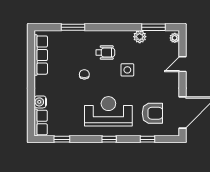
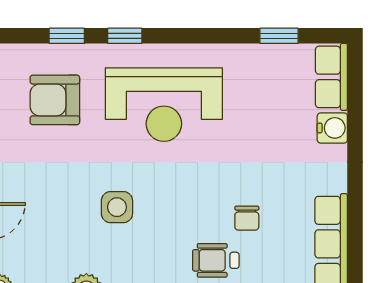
wheelchair: (105, 53) -> (216, 260), moved
chair: (84, 74) -> (247, 218), moved
window: (109, 139) -> (125, 36), moved

